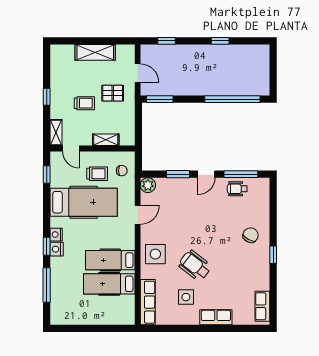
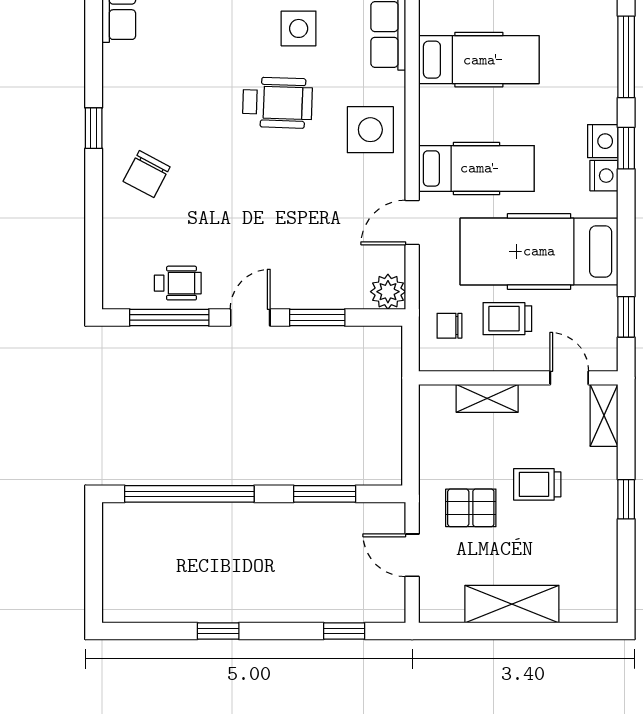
window: (160, 99) -> (325, 494), moved
hospital bed: (110, 260) -> (476, 168), moved
wheelchair: (195, 266) -> (277, 103), turned -36

